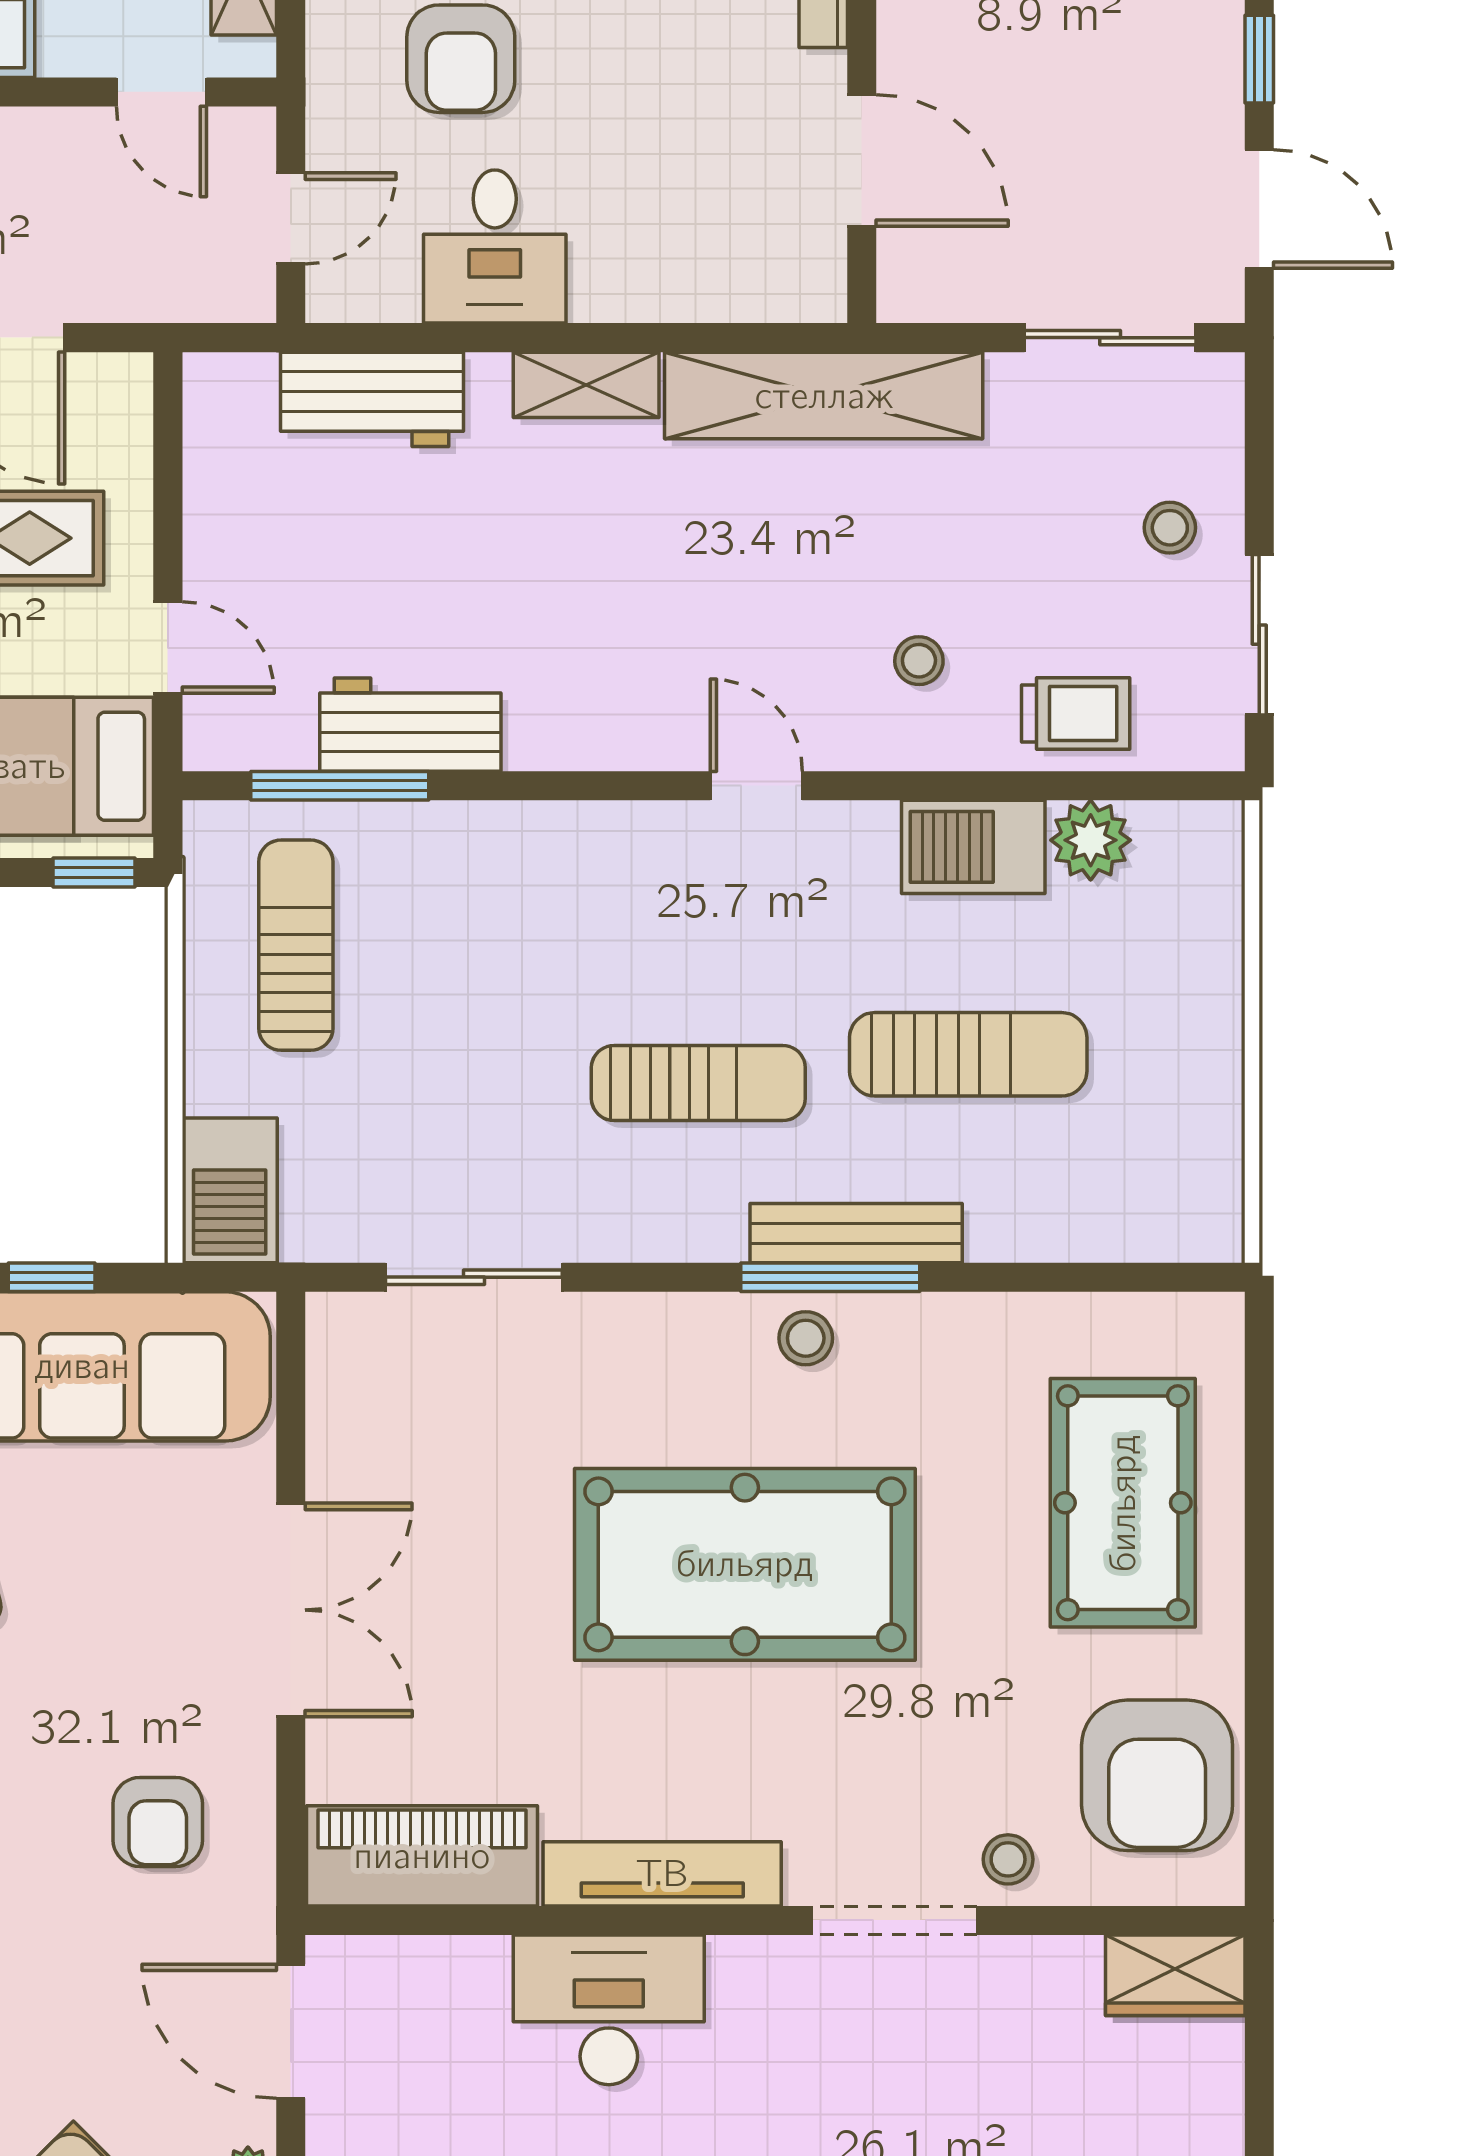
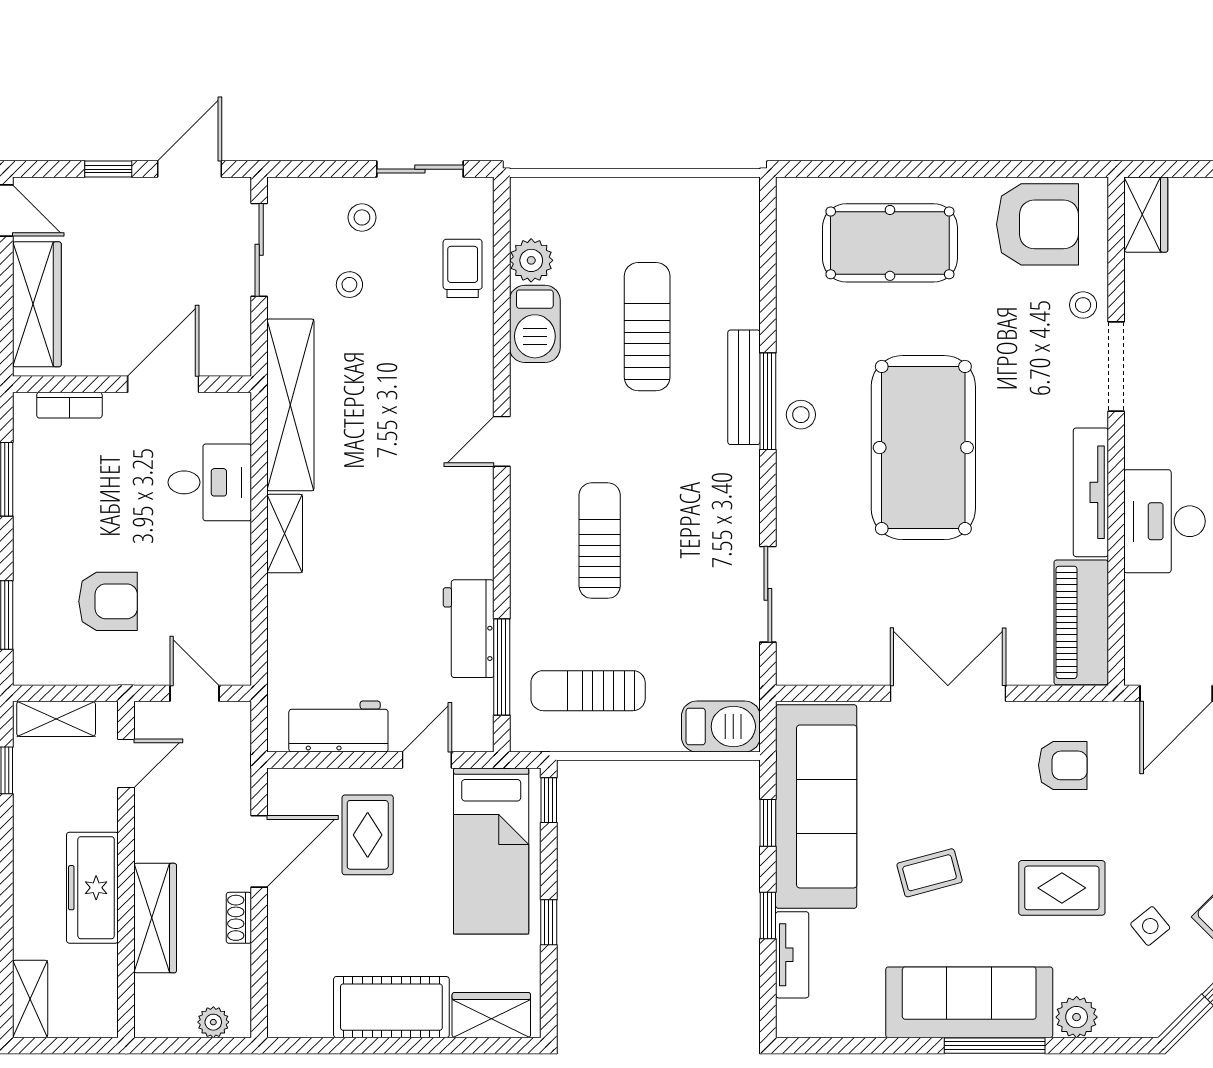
desk: (495, 247) -> (210, 482), moved
workbench: (372, 399) -> (338, 727), moved, turned -90
stool: (919, 661) -> (349, 285), moved
sun lounger: (698, 1083) -> (600, 541), moved

